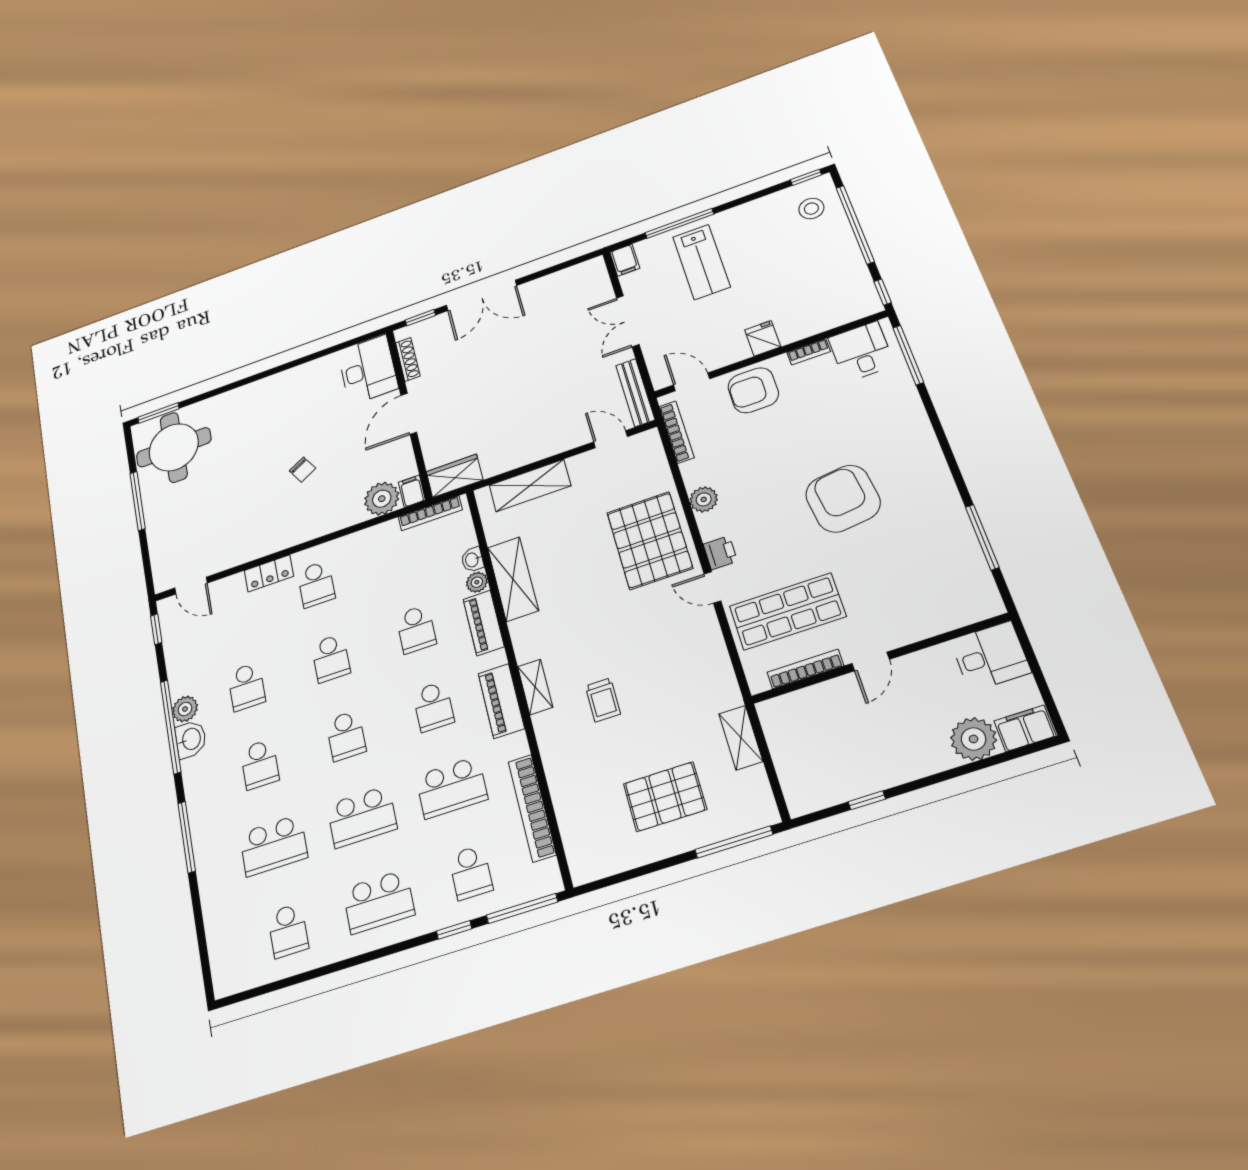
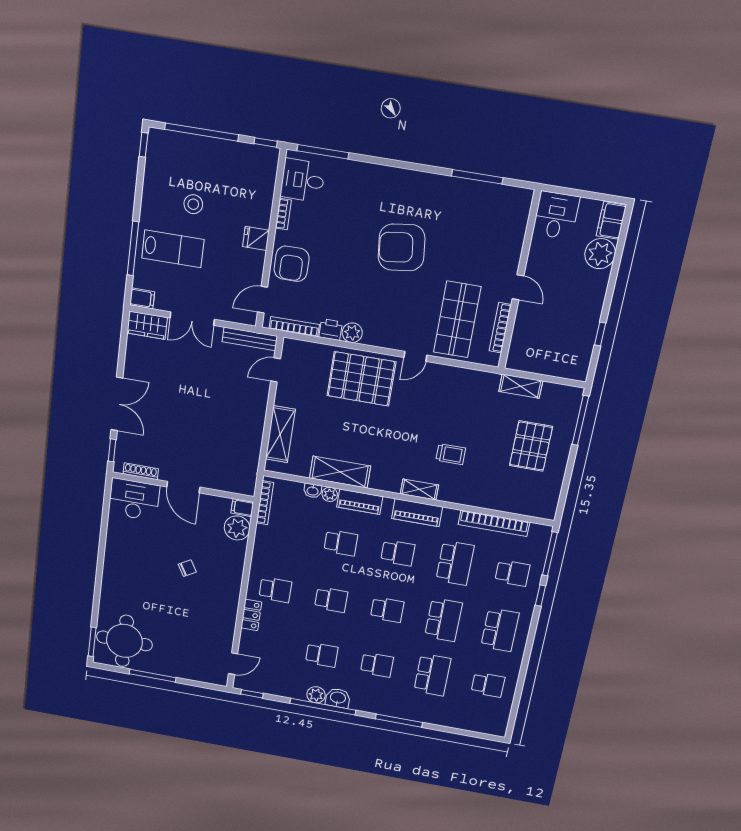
stool: (811, 209) -> (193, 204), moved
wardrobe: (455, 476) -> (147, 325), moved, turned -90
printer: (720, 553) -> (331, 330), moved

